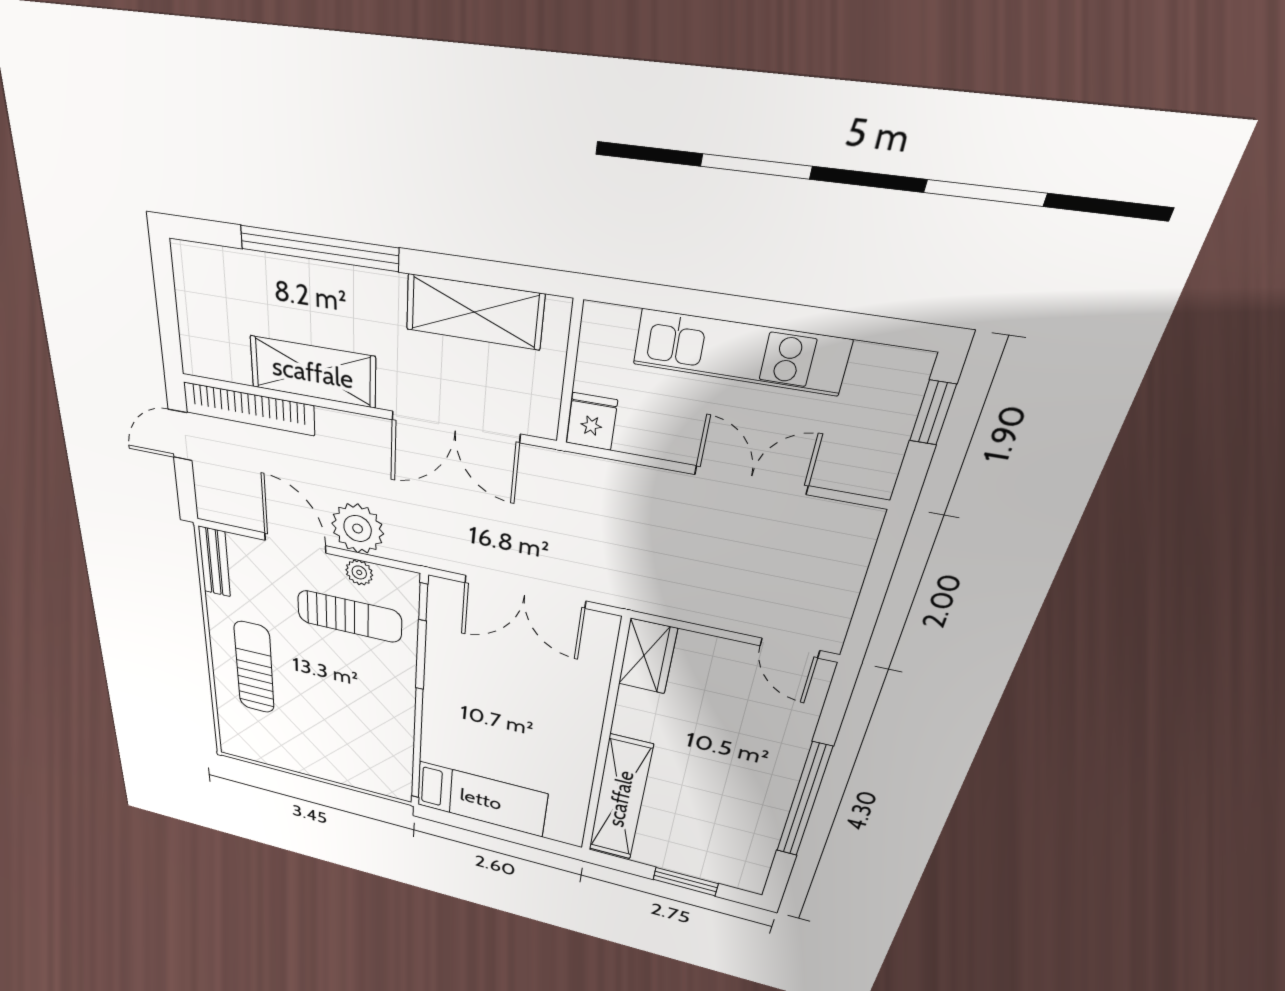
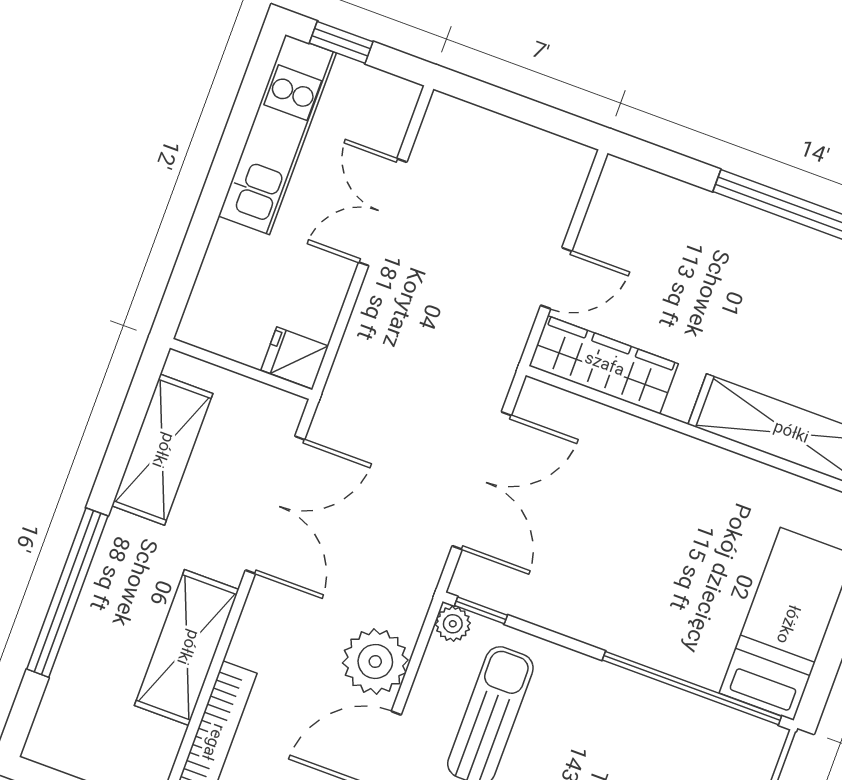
kitchen unit: (740, 352) -> (277, 134), moved
plant: (359, 572) -> (453, 624), moved
door: (790, 648) -> (556, 278), moved
wardrobe: (648, 656) -> (604, 365), width x1.50

